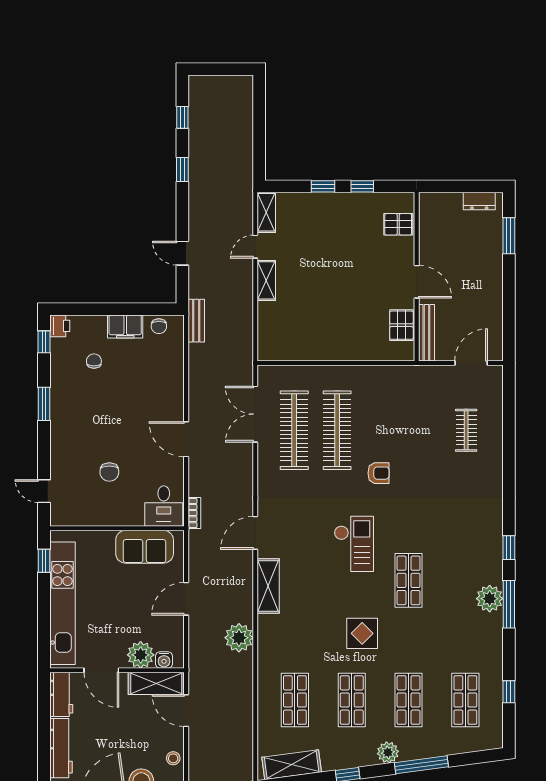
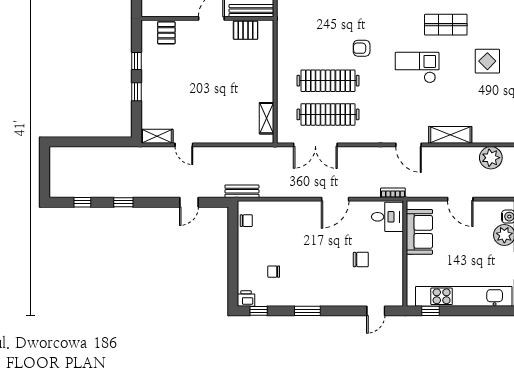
shelving: (266, 280) -> (267, 118), moved, turned 90
filing cabinet: (125, 327) -> (247, 247), removed
armchair: (378, 473) -> (362, 48), turned -90

